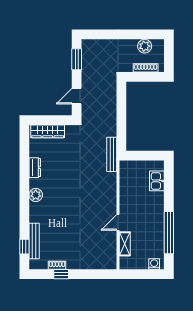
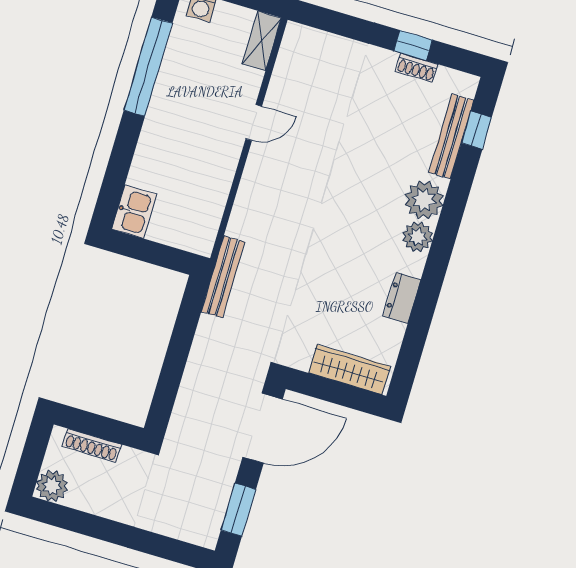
plant: (145, 46) -> (52, 486), moved
door: (77, 96) -> (263, 428), width x1.87
kitchen sink: (157, 181) -> (134, 212), moved
plant: (38, 211) -> (424, 200), added
shelving: (125, 244) -> (262, 41), moved

